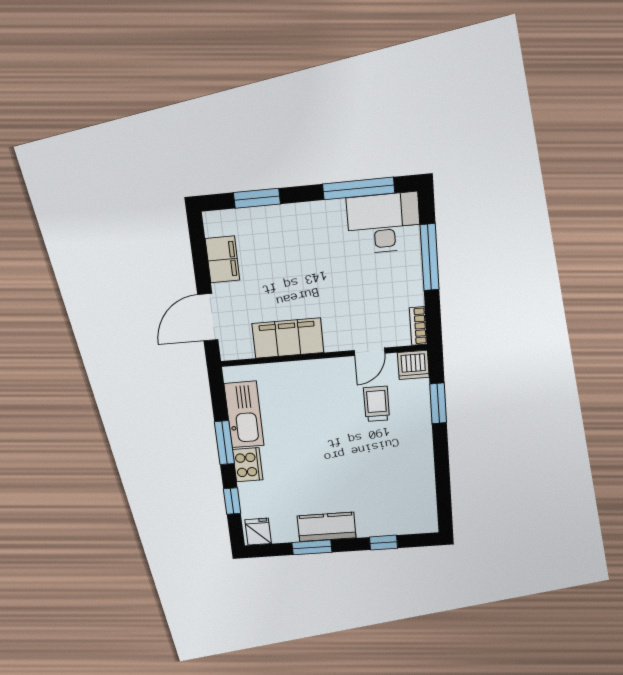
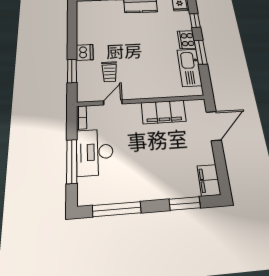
desk: (384, 223) -> (95, 152), moved, turned 90
filing cabinet: (223, 259) -> (209, 180), moved
dishwasher: (413, 365) -> (85, 52), moved, turned 90

